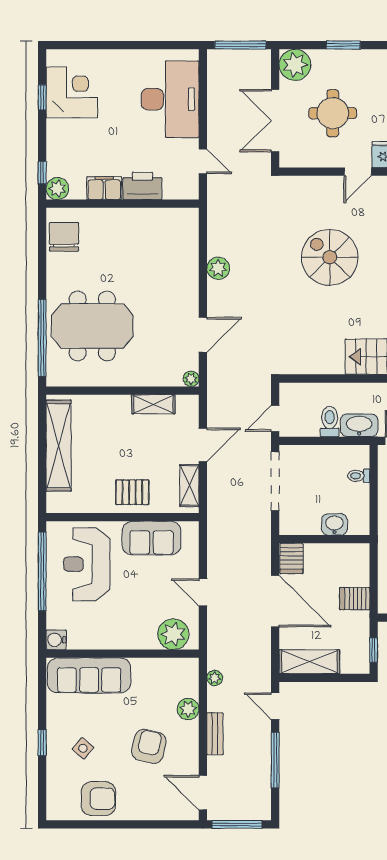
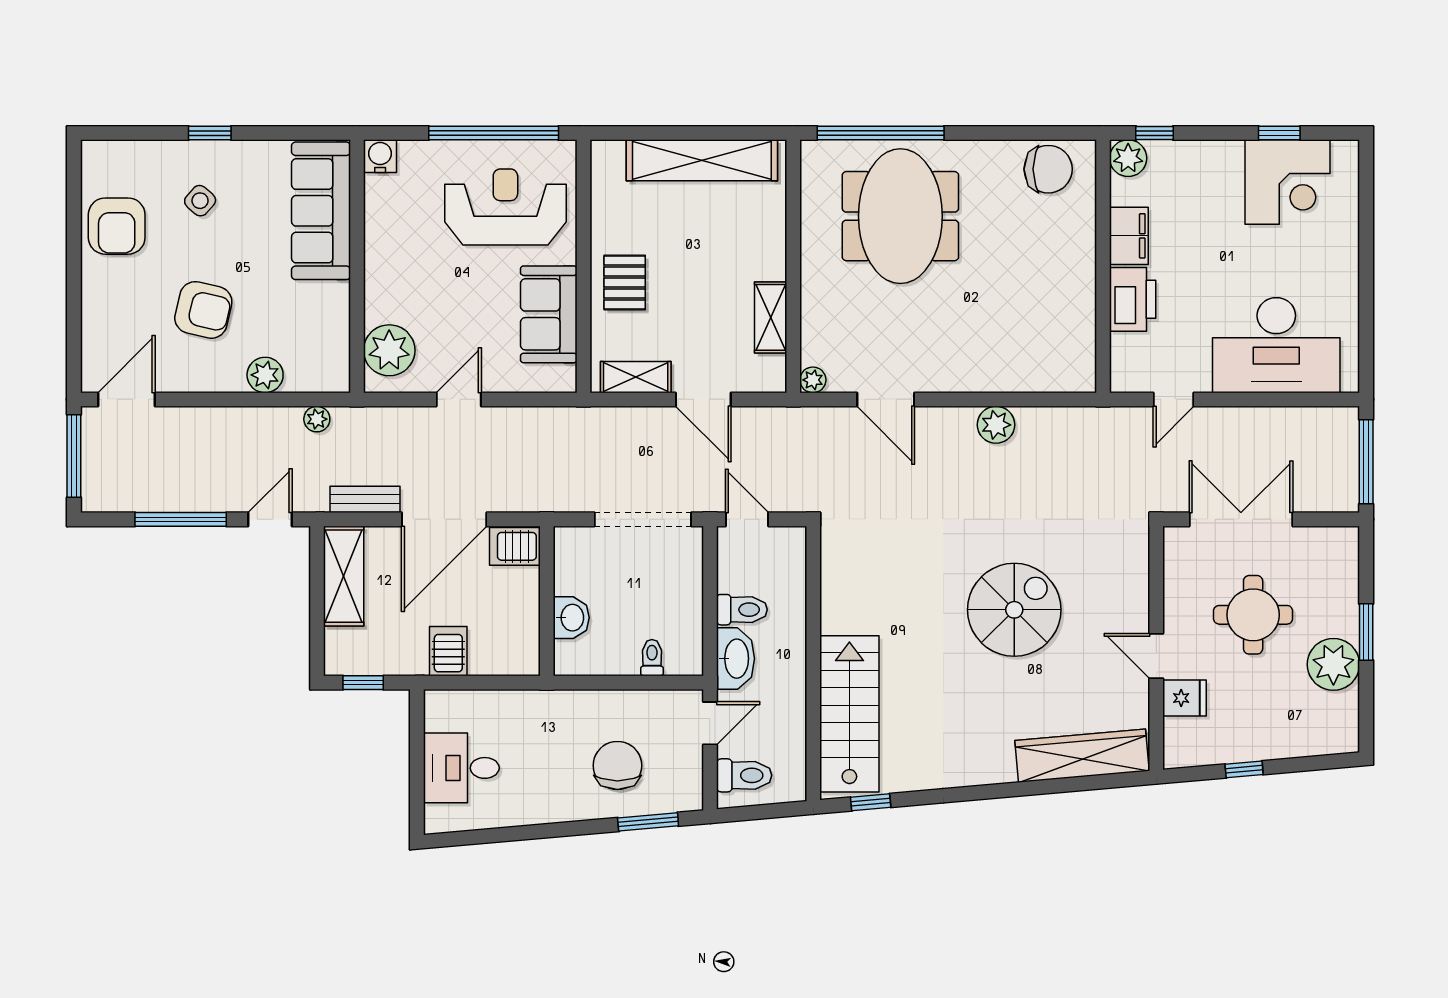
plant: (295, 65) -> (1333, 664), moved
bench: (215, 734) -> (365, 499), moved

